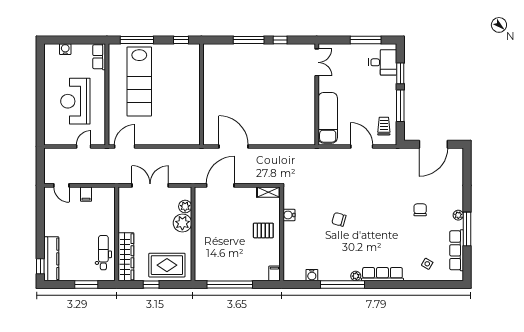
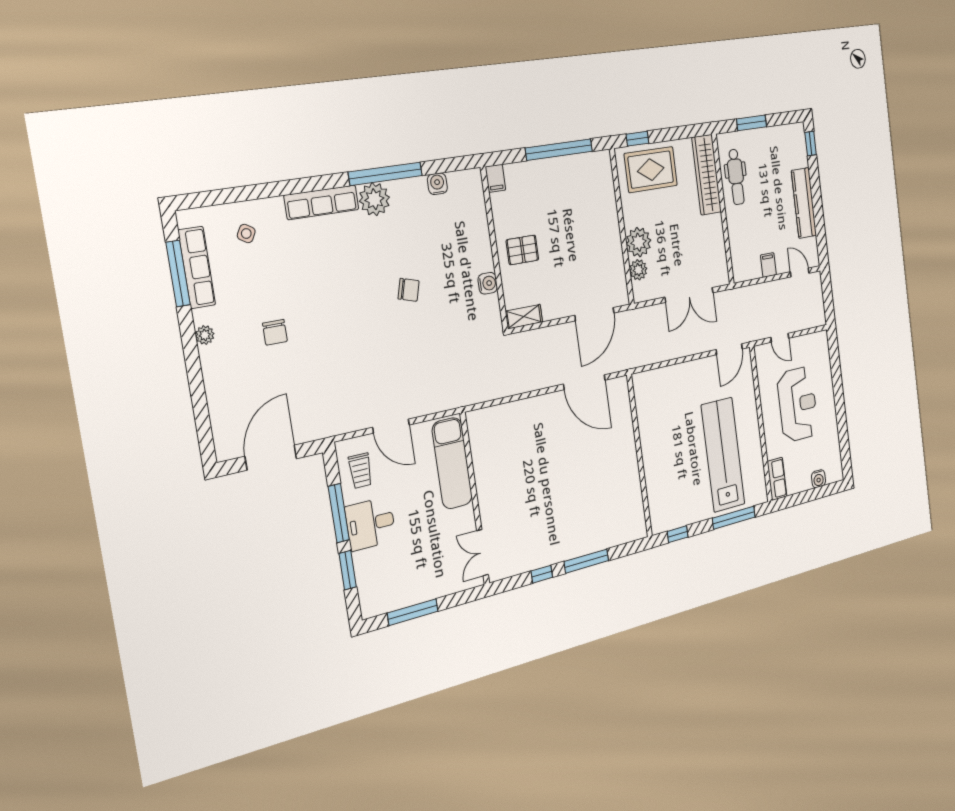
desk: (383, 62) -> (370, 524), moved
door: (84, 147) -> (780, 338), hinge flipped
window: (467, 229) -> (178, 274), moved
kitchen counter: (51, 259) -> (804, 203), moved
plant: (356, 276) -> (374, 199), width x1.87, depth x1.87
window: (151, 285) -> (637, 139), moved

